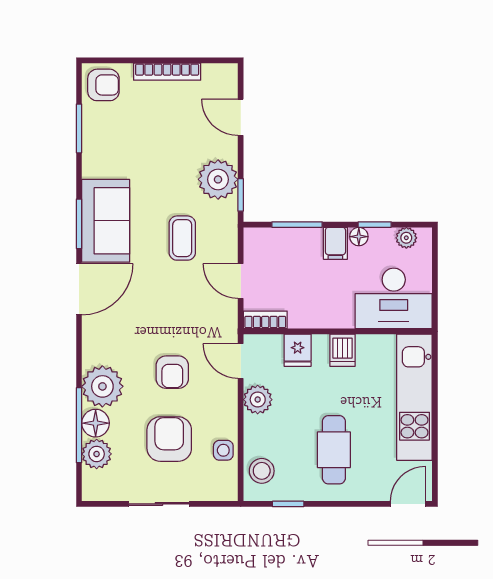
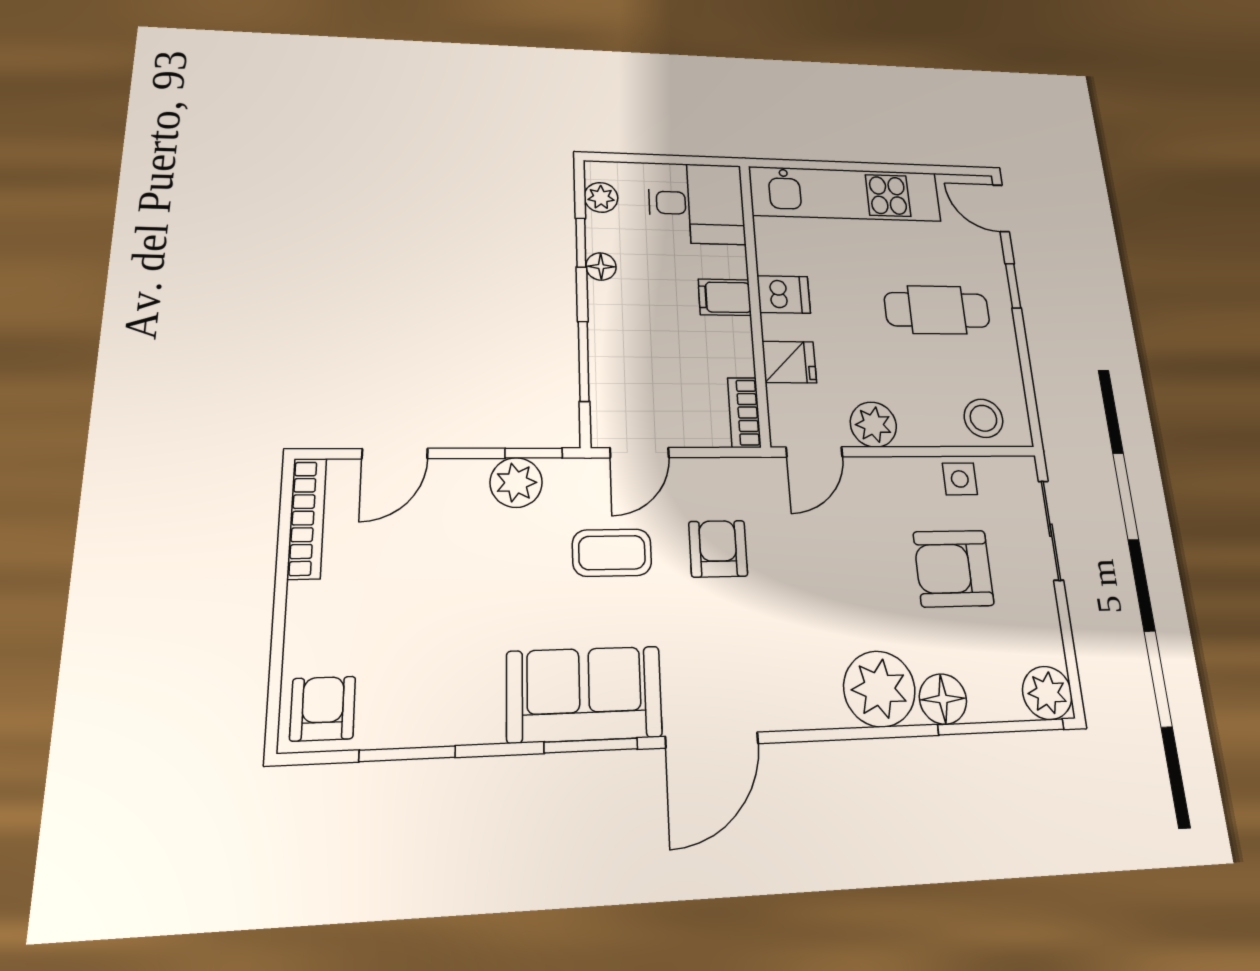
bookcase: (167, 72) -> (307, 518), moved
plant: (218, 179) -> (516, 483), width x0.73, depth x0.73
filing cabinet: (335, 243) -> (725, 297), moved, turned 180
door: (241, 281) -> (639, 453), moved
door: (79, 289) -> (712, 740), swing flipped
desk: (394, 298) -> (696, 203), width x0.73
armchair: (172, 372) -> (718, 549), moved, turned -90
window: (79, 425) -> (1001, 727), moved
plant: (97, 454) -> (1047, 693), moved
sliding door: (159, 504) -> (1051, 530), moved
window: (288, 504) -> (1013, 286), moved

